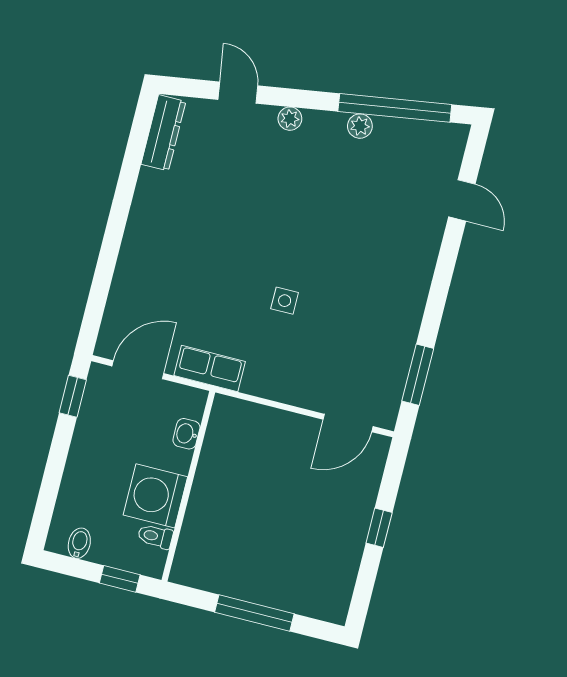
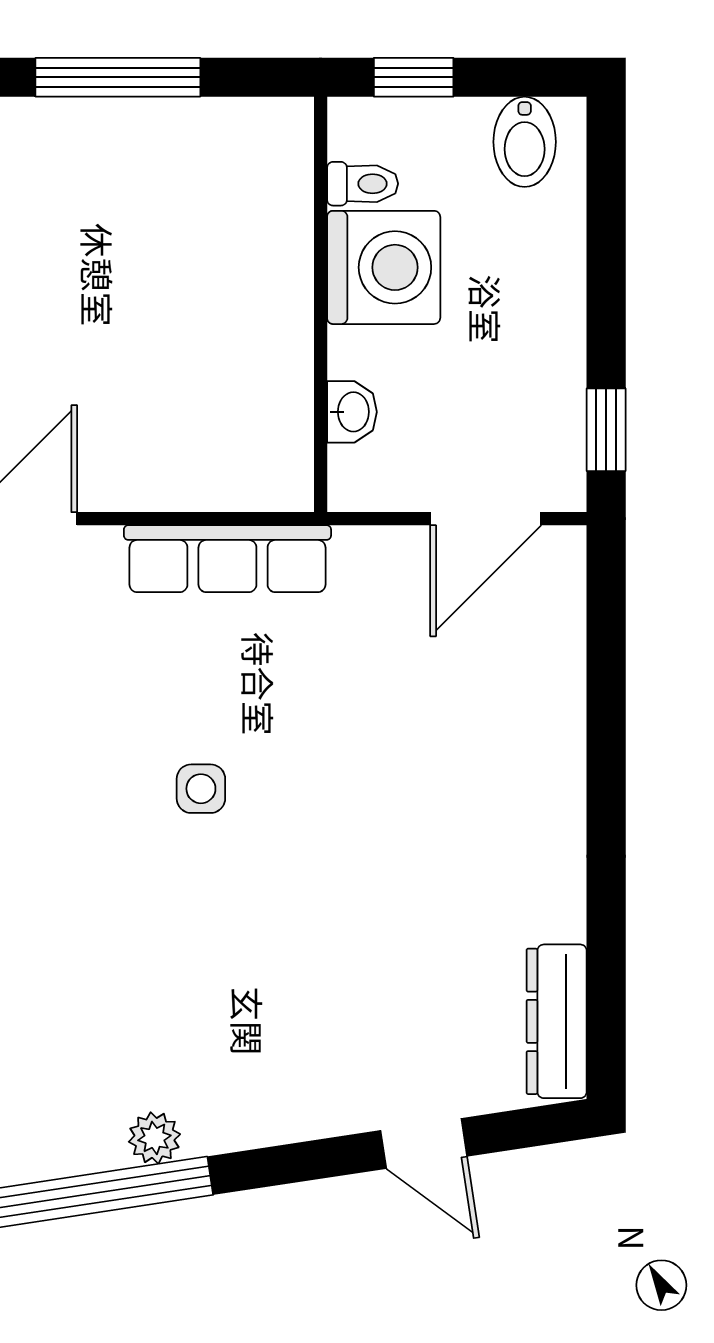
plant: (290, 119) -> (303, 1117), removed
side table: (285, 301) -> (201, 789), moved
row of seats: (210, 368) -> (227, 559), moved, width x1.48
bidet: (79, 543) -> (525, 142), width x1.38, depth x1.36

